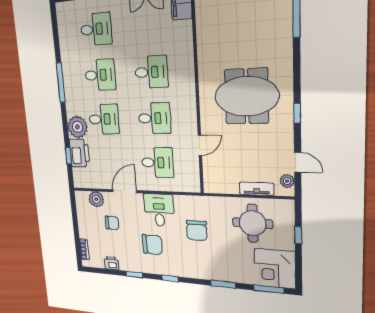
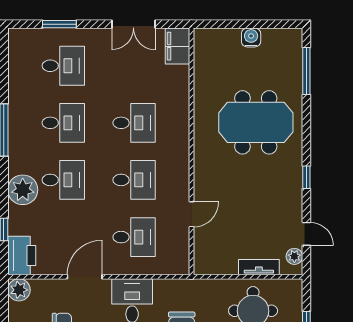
meeting table: (247, 96) -> (256, 122), moved
printer: (79, 153) -> (22, 255), moved
plant: (96, 199) -> (19, 290), moved

